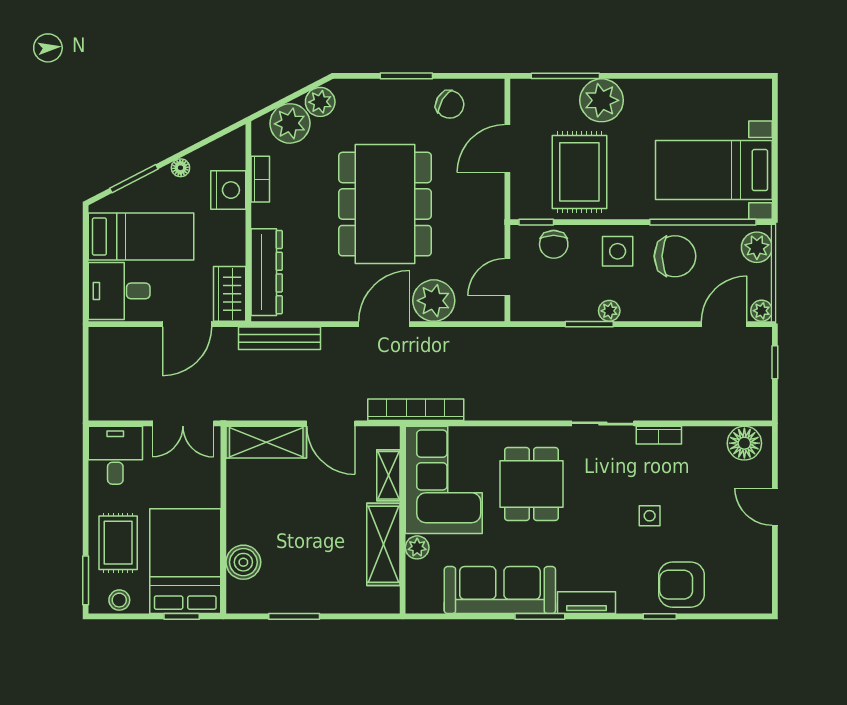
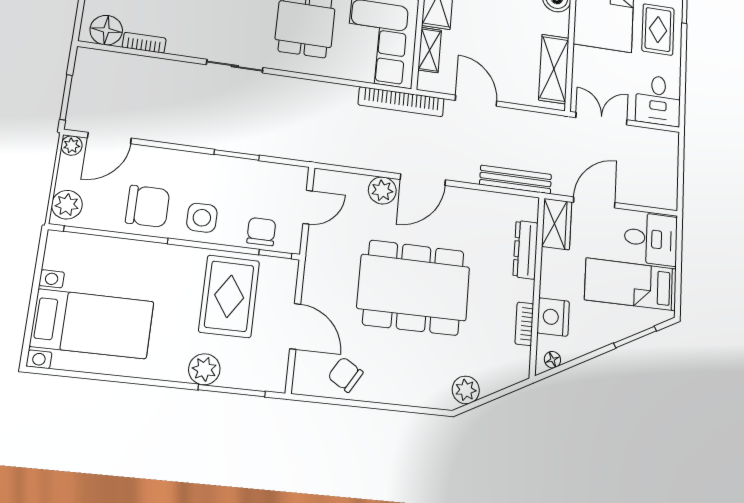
window: (406, 76) -> (384, 406), removed
plant: (602, 100) -> (204, 369), width x0.73, depth x0.73
plant: (290, 123) -> (495, 373), removed
door: (507, 149) -> (295, 326), hinge flipped
floor lamp: (180, 168) -> (552, 360), moved
bed with nightstands: (714, 170) -> (92, 324), moved
dining table: (385, 204) -> (414, 288), turned 90
chair: (675, 256) -> (148, 206), turned 180
dresser: (267, 272) -> (526, 250), width x0.73, depth x0.80
plant: (434, 301) -> (382, 190), width x0.73, depth x0.73
plant: (609, 311) -> (217, 164), removed
window: (775, 362) -> (66, 97), width x1.50
bookcase: (659, 435) -> (144, 43), moved
shelving: (266, 442) -> (554, 69), moved, turned 90

